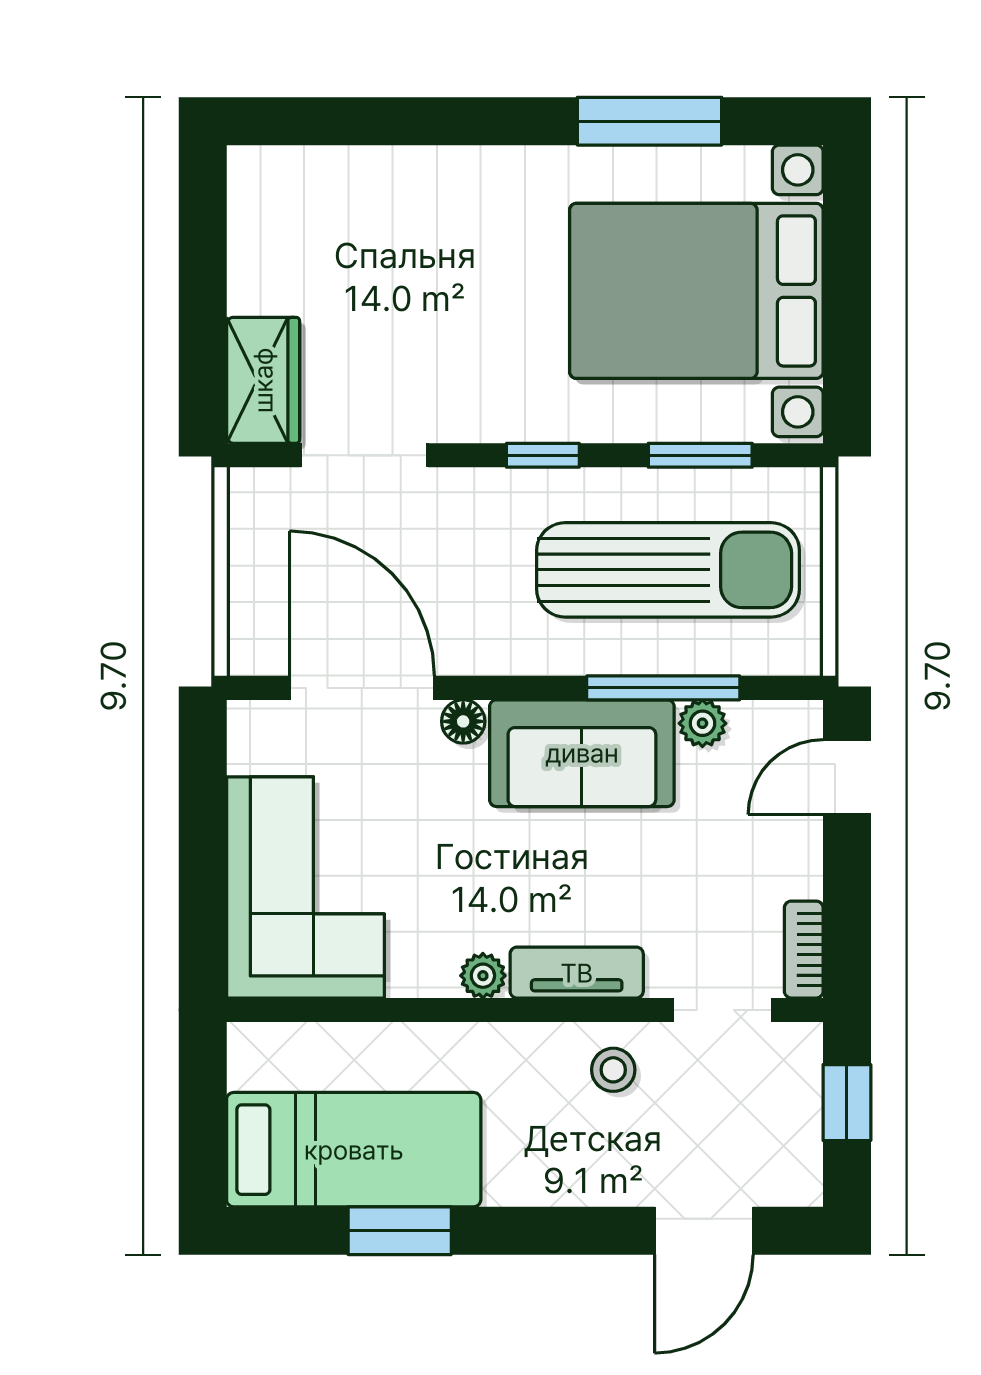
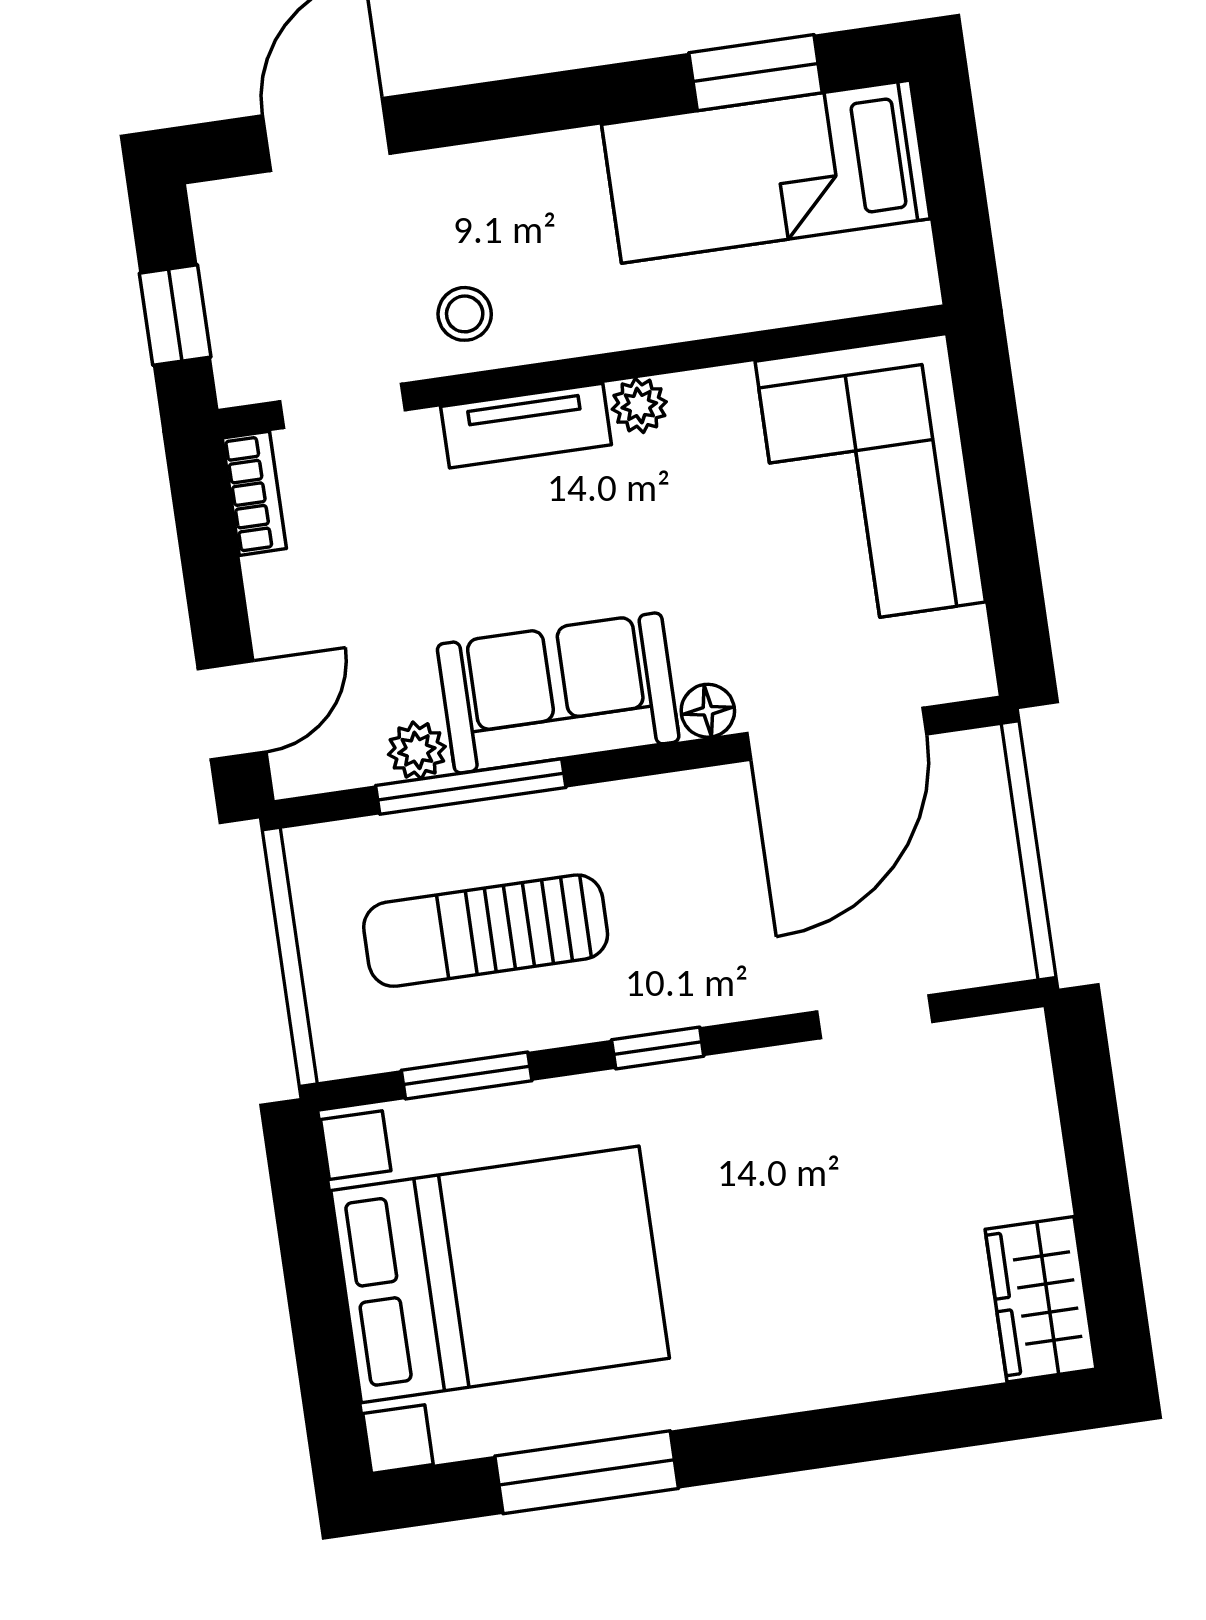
wardrobe: (263, 380) -> (1041, 1299), moved
doorway: (364, 455) -> (875, 1017), width x0.73
sun lounger: (668, 570) -> (486, 931), width x0.73, depth x0.75
door: (362, 688) -> (837, 734), hinge flipped
window: (400, 1231) -> (756, 73), moved

